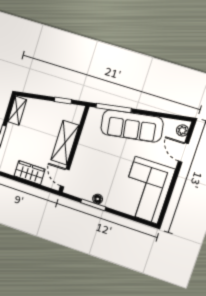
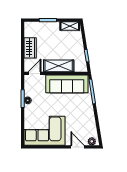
sofa: (132, 126) -> (67, 84), moved, turned -81
door: (183, 152) -> (78, 147), hinge flipped

